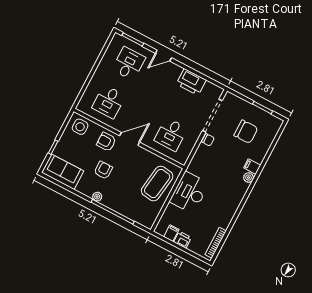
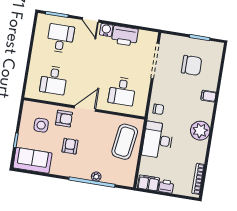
door: (163, 56) -> (91, 20), hinge flipped
water cooler: (175, 70) -> (106, 30), added
side table: (80, 127) -> (41, 125), moved
chair: (208, 140) -> (158, 109), moved
armchair: (106, 142) -> (64, 119), turned 180
plant: (249, 178) -> (200, 131), moved, width x1.87, depth x1.87
plant: (97, 197) -> (96, 177), moved
filing cabinet: (171, 233) -> (148, 183), width x2.00

